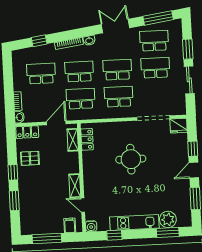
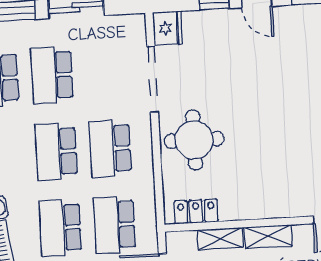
shelving: (73, 140) -> (220, 239), moved
round table: (131, 159) -> (194, 140), moved
shelving: (75, 186) -> (268, 237), moved

